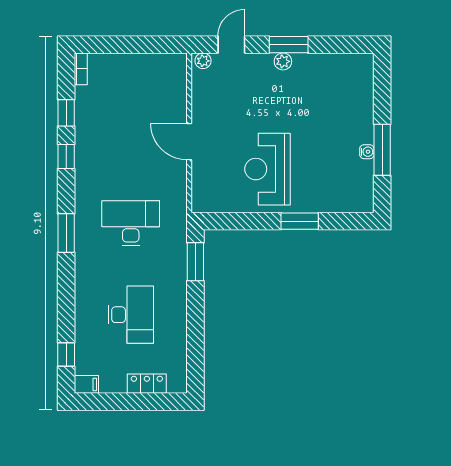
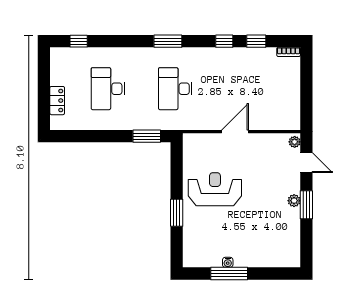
desk: (131, 223) -> (175, 89), turned 180
desk: (131, 315) -> (108, 89), turned 90
filing cabinet: (86, 384) -> (57, 56), removed

